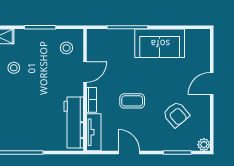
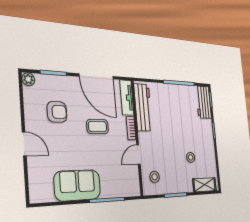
door: (212, 84) -> (24, 144), hinge flipped
armchair: (176, 114) -> (57, 112), turned 130
door: (129, 153) -> (96, 76), width x1.88

